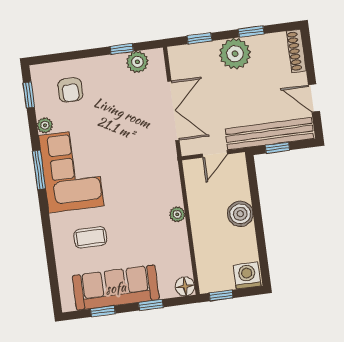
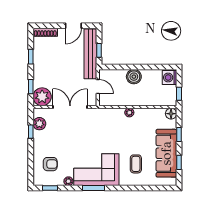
plant: (235, 54) -> (42, 97), moved

